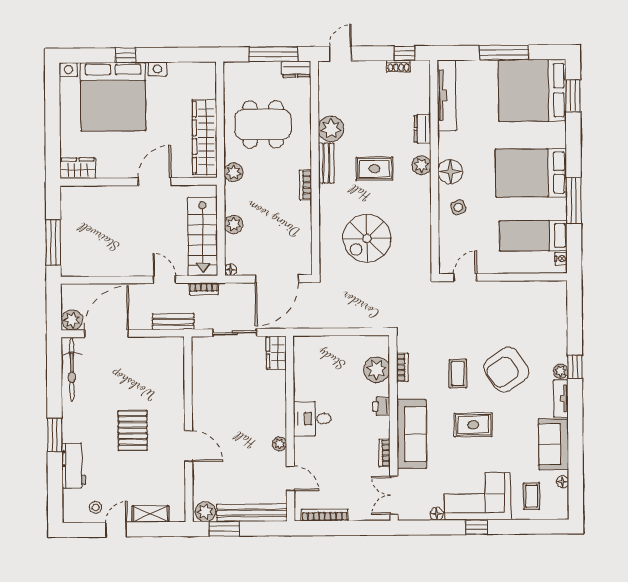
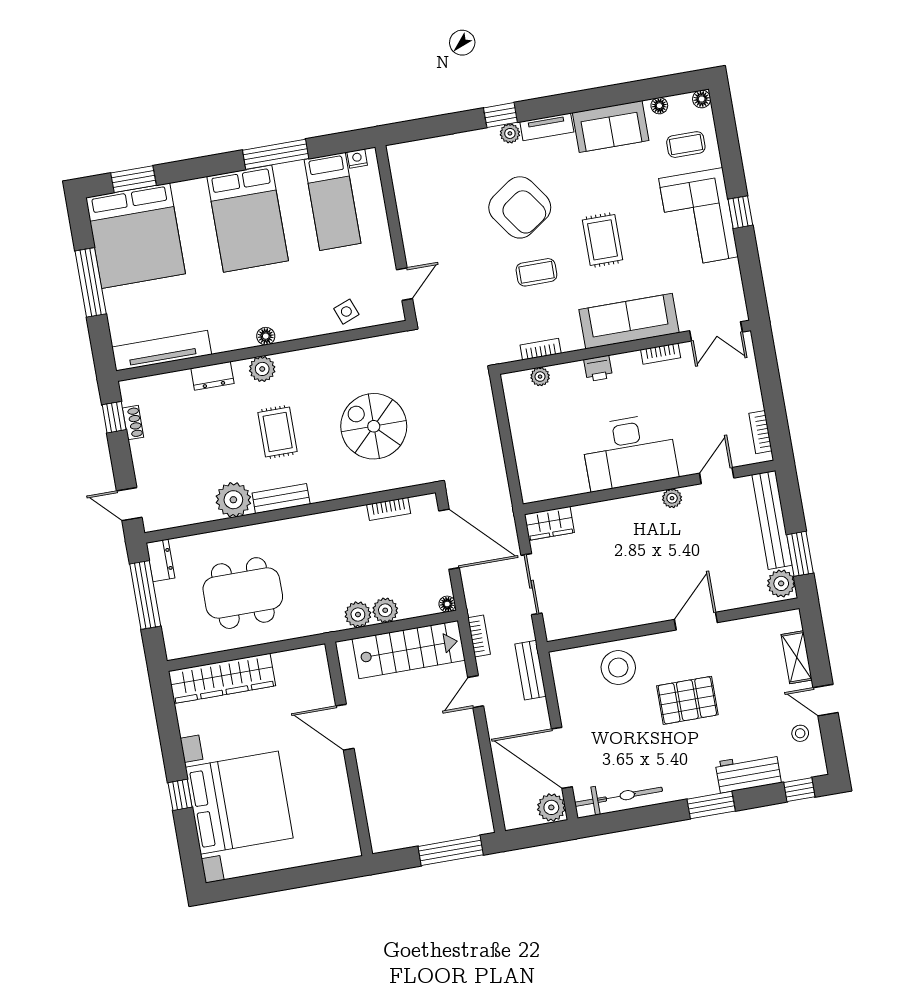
dining table: (263, 124) -> (243, 593), turned 90
wardrobe: (205, 137) -> (222, 678), moved
wardrobe: (78, 168) -> (344, 834), removed
plant: (234, 172) -> (358, 615), moved
floor lamp: (450, 172) -> (266, 336), width x0.53, depth x0.53
bookcase: (305, 185) -> (389, 509), moved
side table: (458, 207) -> (346, 312), moved
spiral stairs: (367, 238) -> (374, 426), turned 180
door: (465, 277) -> (405, 284), swing flipped
plant: (377, 370) -> (540, 377), width x0.53, depth x0.53
stool: (165, 385) -> (618, 668), added
desk: (312, 419) -> (629, 452), width x1.87, depth x1.30
window: (55, 500) -> (799, 790), added
floor lamp: (437, 514) -> (702, 99), moved
bookcase: (325, 515) -> (760, 432), width x0.64

